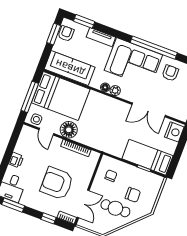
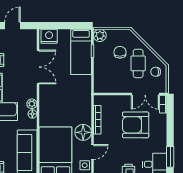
chair: (111, 176) -> (156, 72), moved
plant: (157, 181) -> (100, 35), added
armchair: (57, 183) -> (136, 125), turned 90
double door: (83, 204) -> (145, 94), swing flipped
window: (48, 218) -> (170, 120), removed

